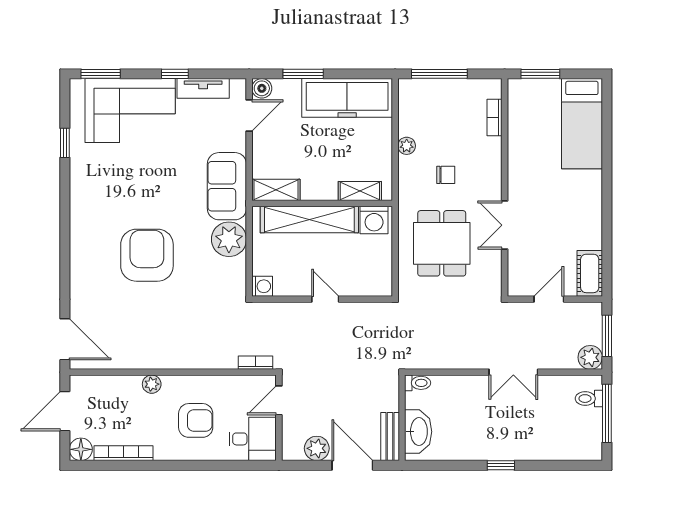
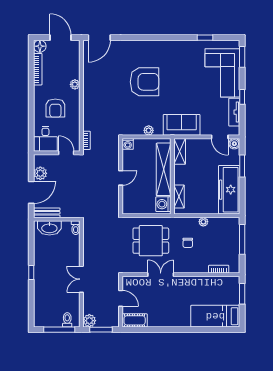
plant: (229, 239) -> (149, 130), width x0.53, depth x0.53

